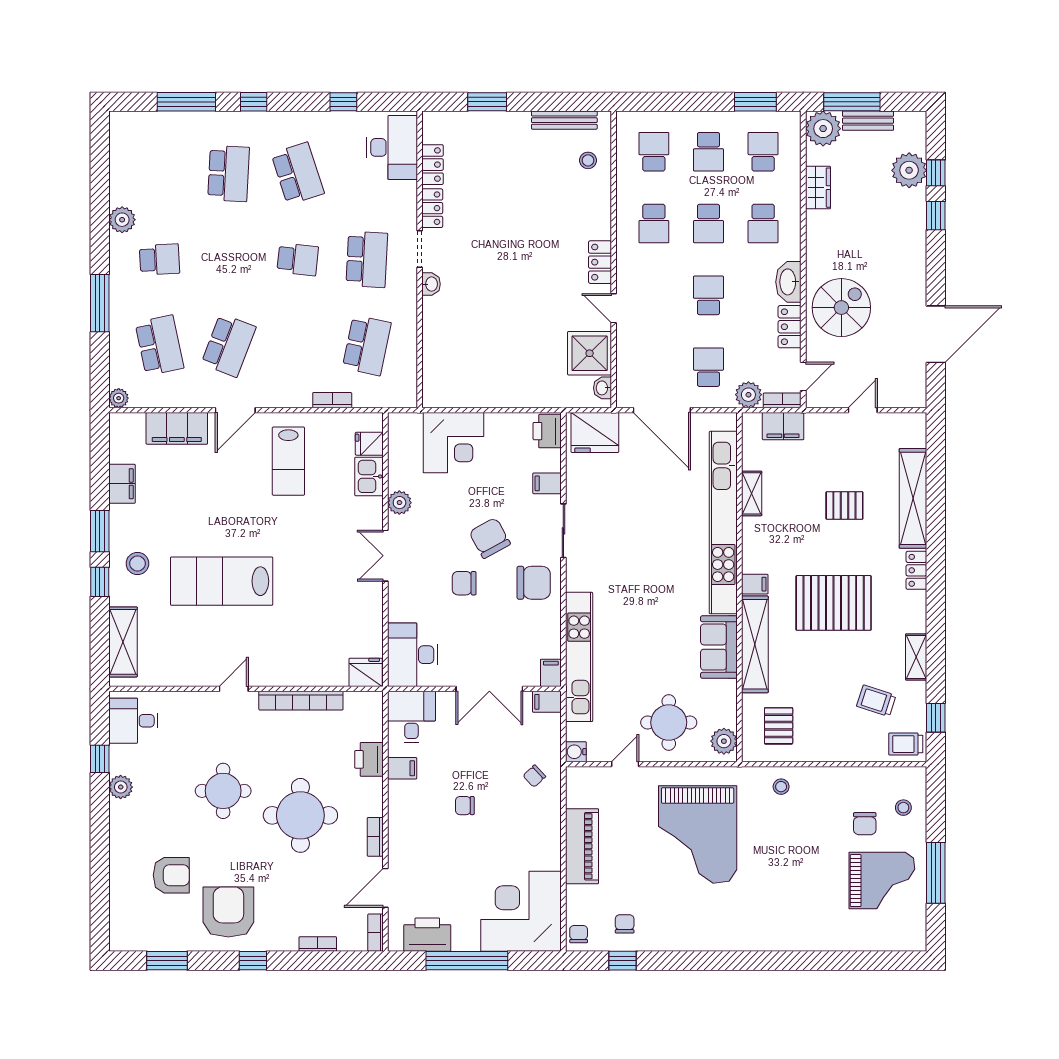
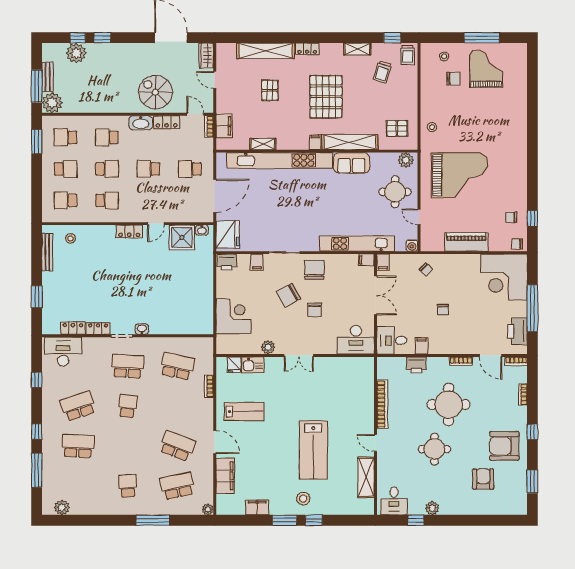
wardrobe: (818, 188) -> (206, 56), moved, turned -90
plant: (122, 220) -> (62, 507), moved
school desk: (763, 224) -> (107, 137), turned 180
plant: (748, 395) -> (206, 146), removed
shelving: (123, 642) -> (366, 477), moved, turned 90
fridge: (366, 672) -> (366, 367), removed

